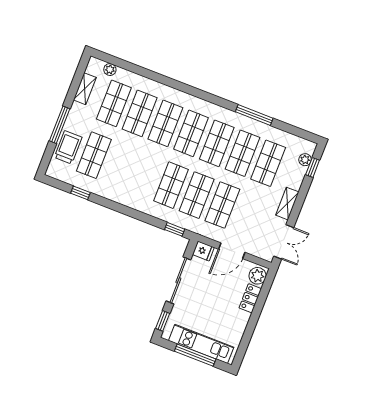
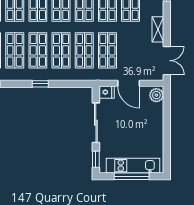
shop shelf: (120, 165) -> (15, 50), added
shop shelf: (145, 175) -> (38, 50), added
window: (175, 229) -> (40, 84), moved
door: (232, 251) -> (129, 83), hinge flipped
locker: (250, 298) -> (158, 115), removed

